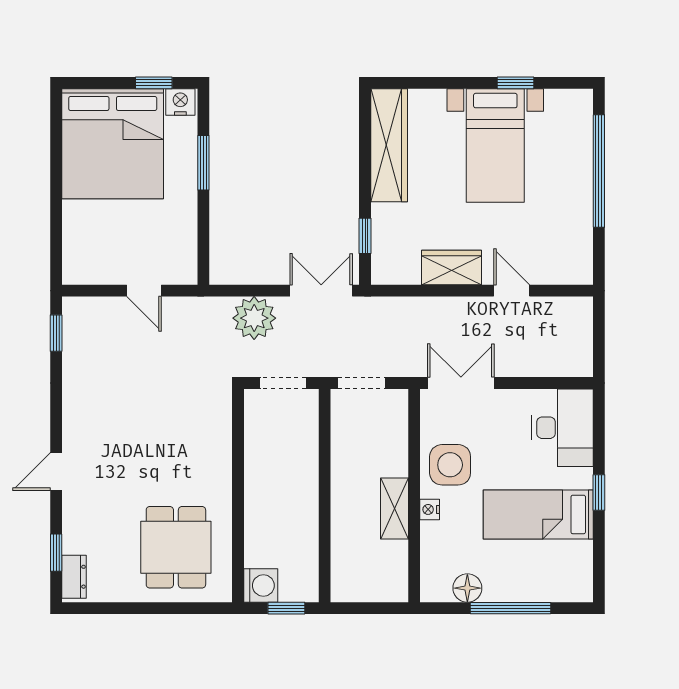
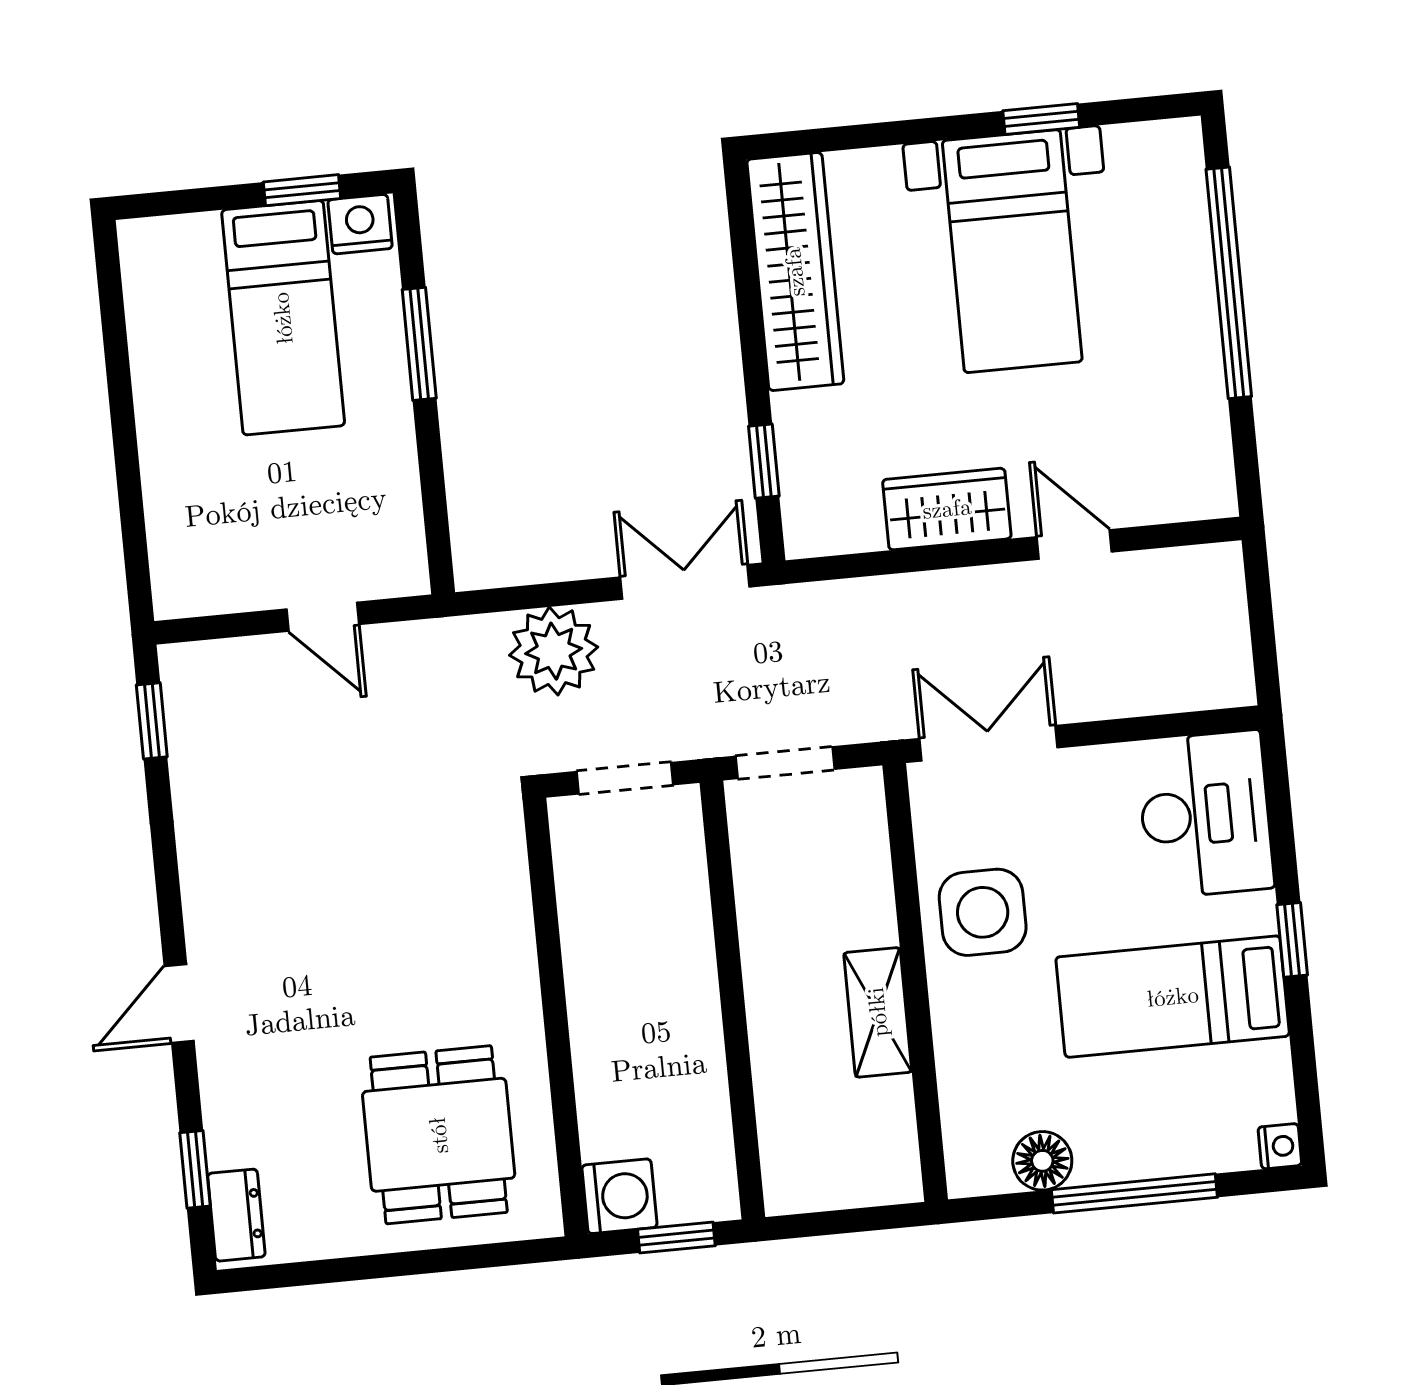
bed: (113, 144) -> (283, 318), width x0.49
nightstand: (430, 509) -> (1280, 1146), moved, turned 180

